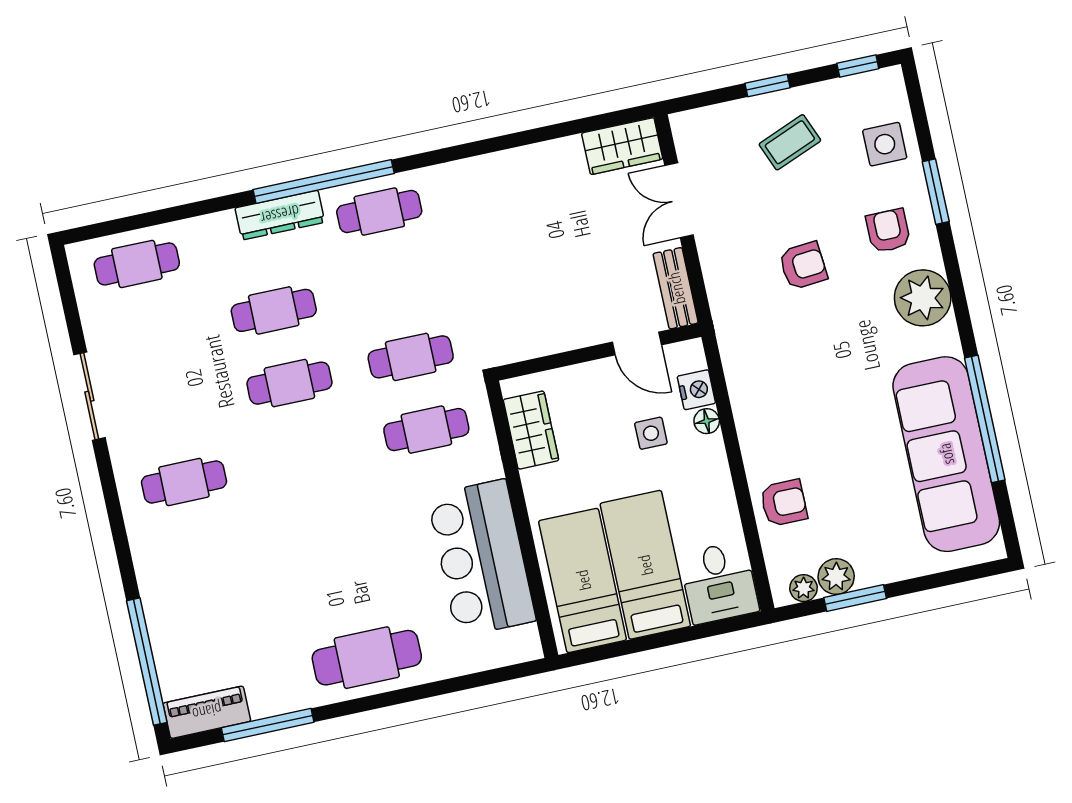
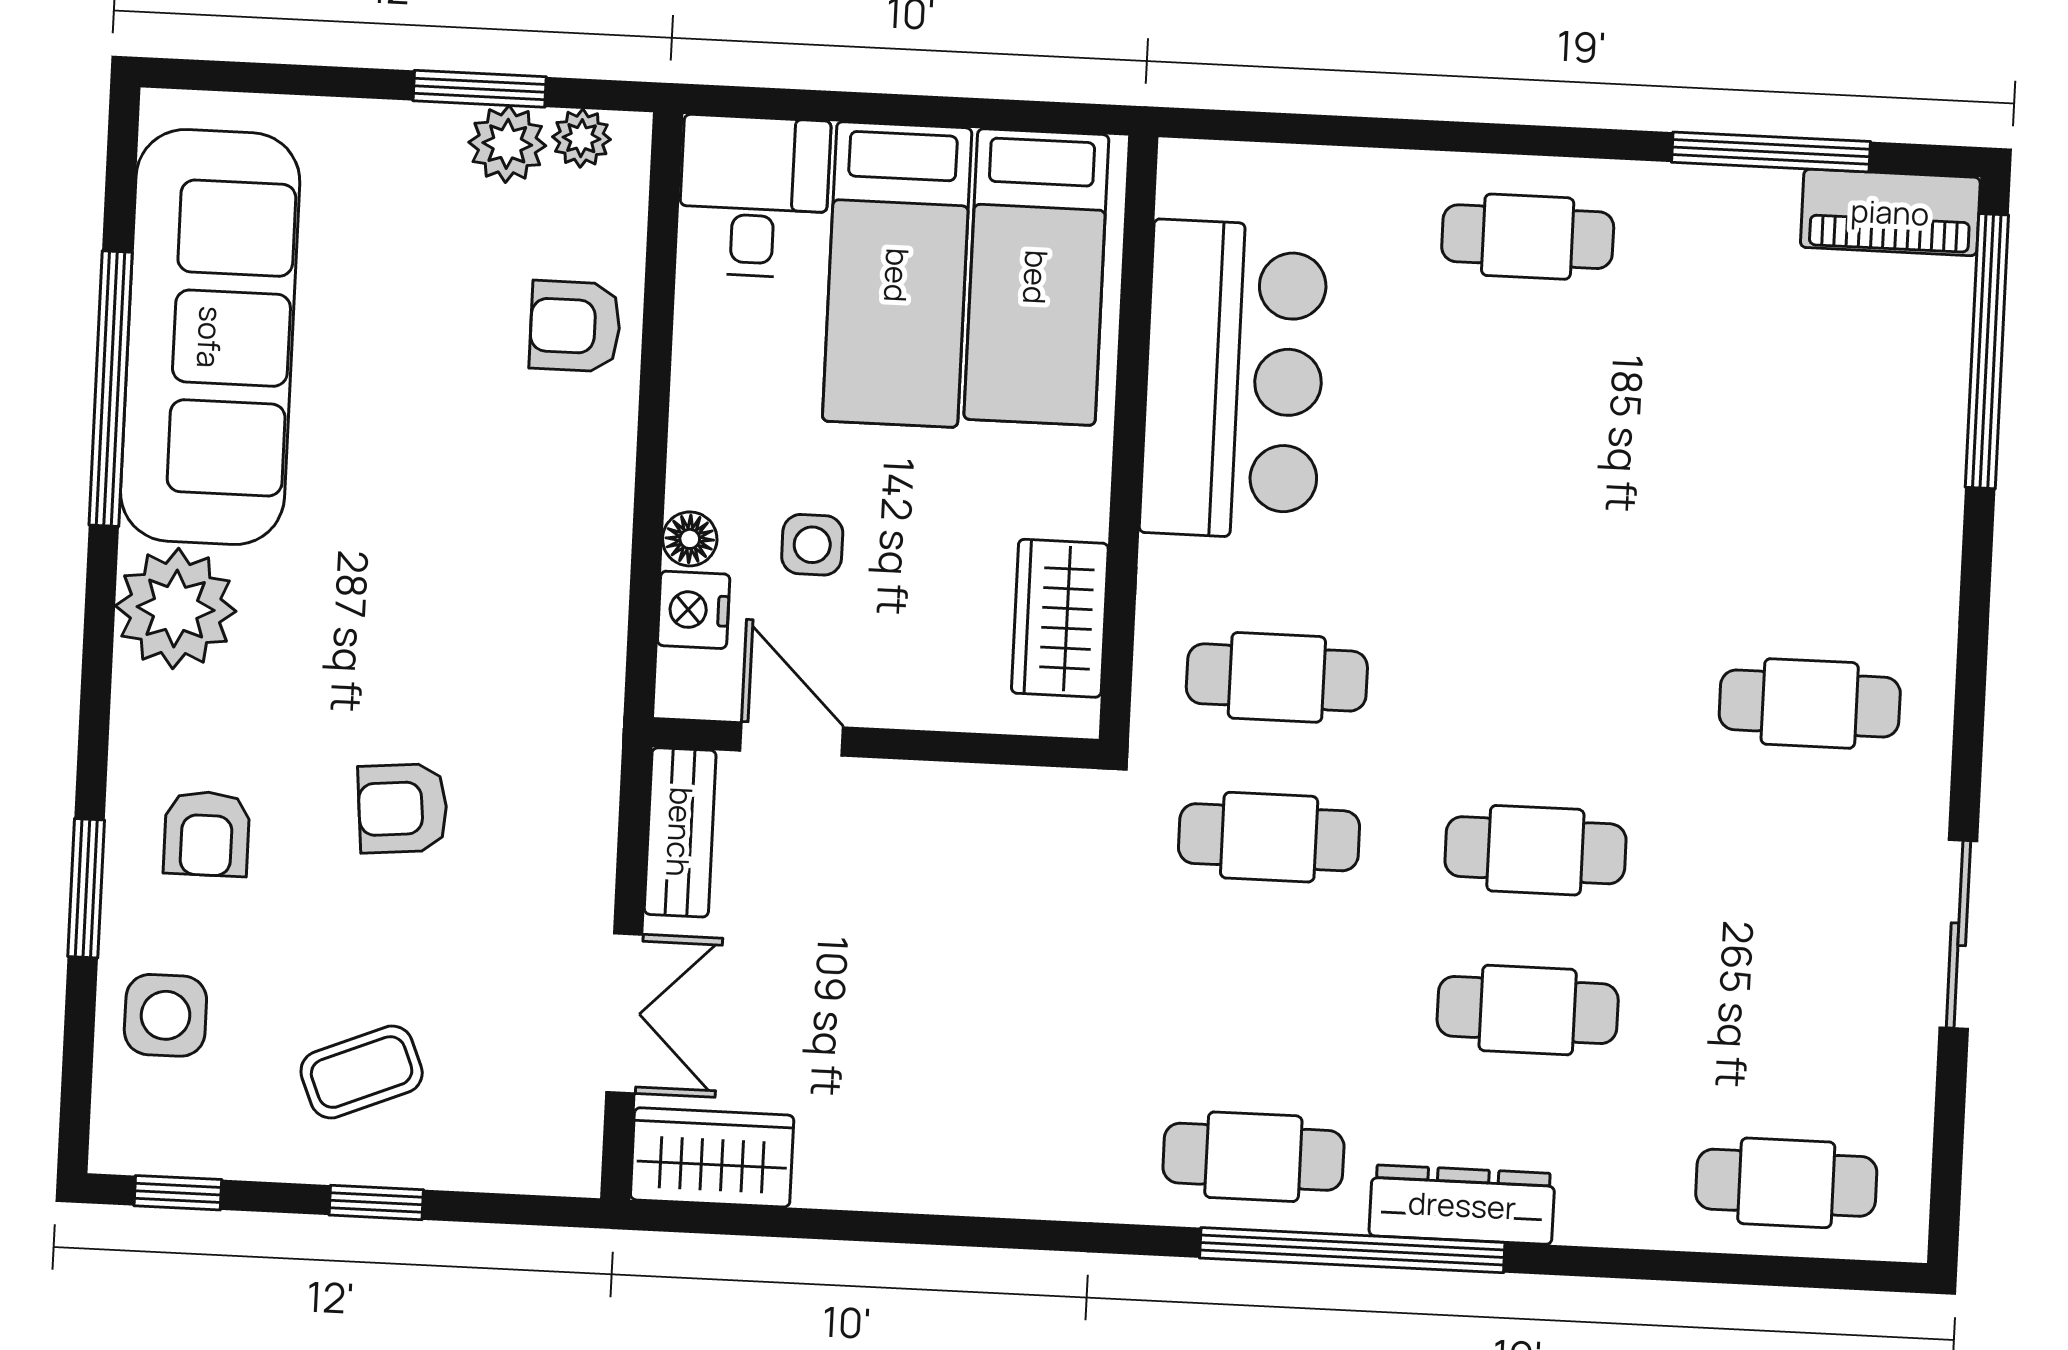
plant: (923, 298) -> (176, 608), moved
cafe table: (367, 658) -> (1528, 237), width x0.73, depth x0.74

